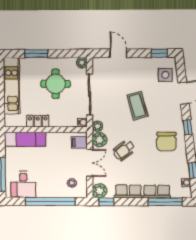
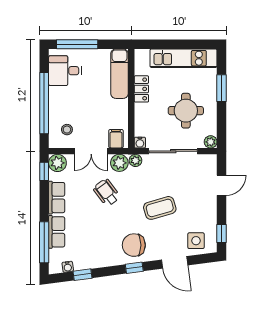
chair: (166, 142) -> (134, 245), moved

